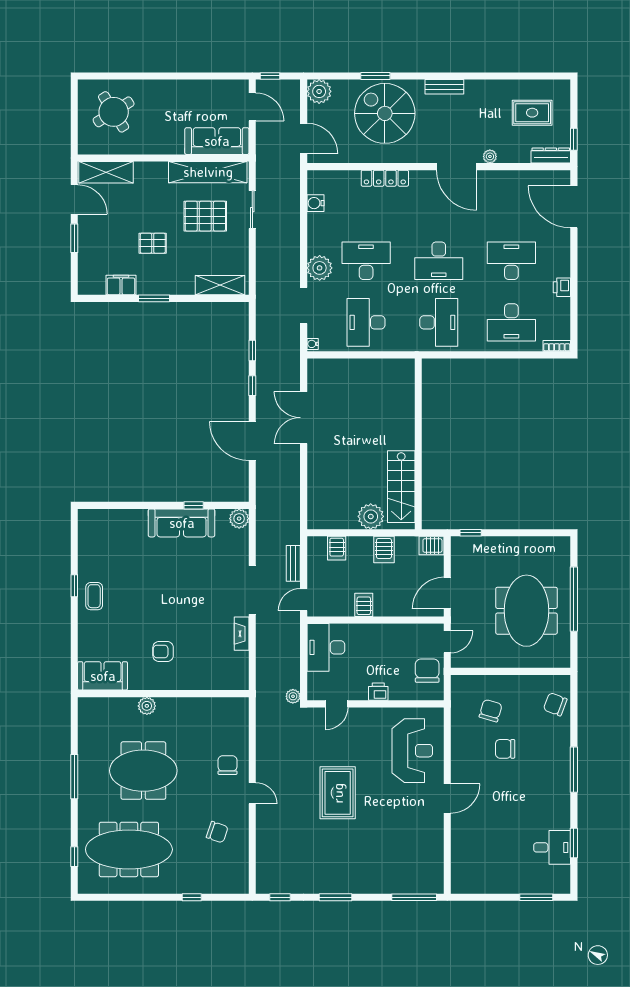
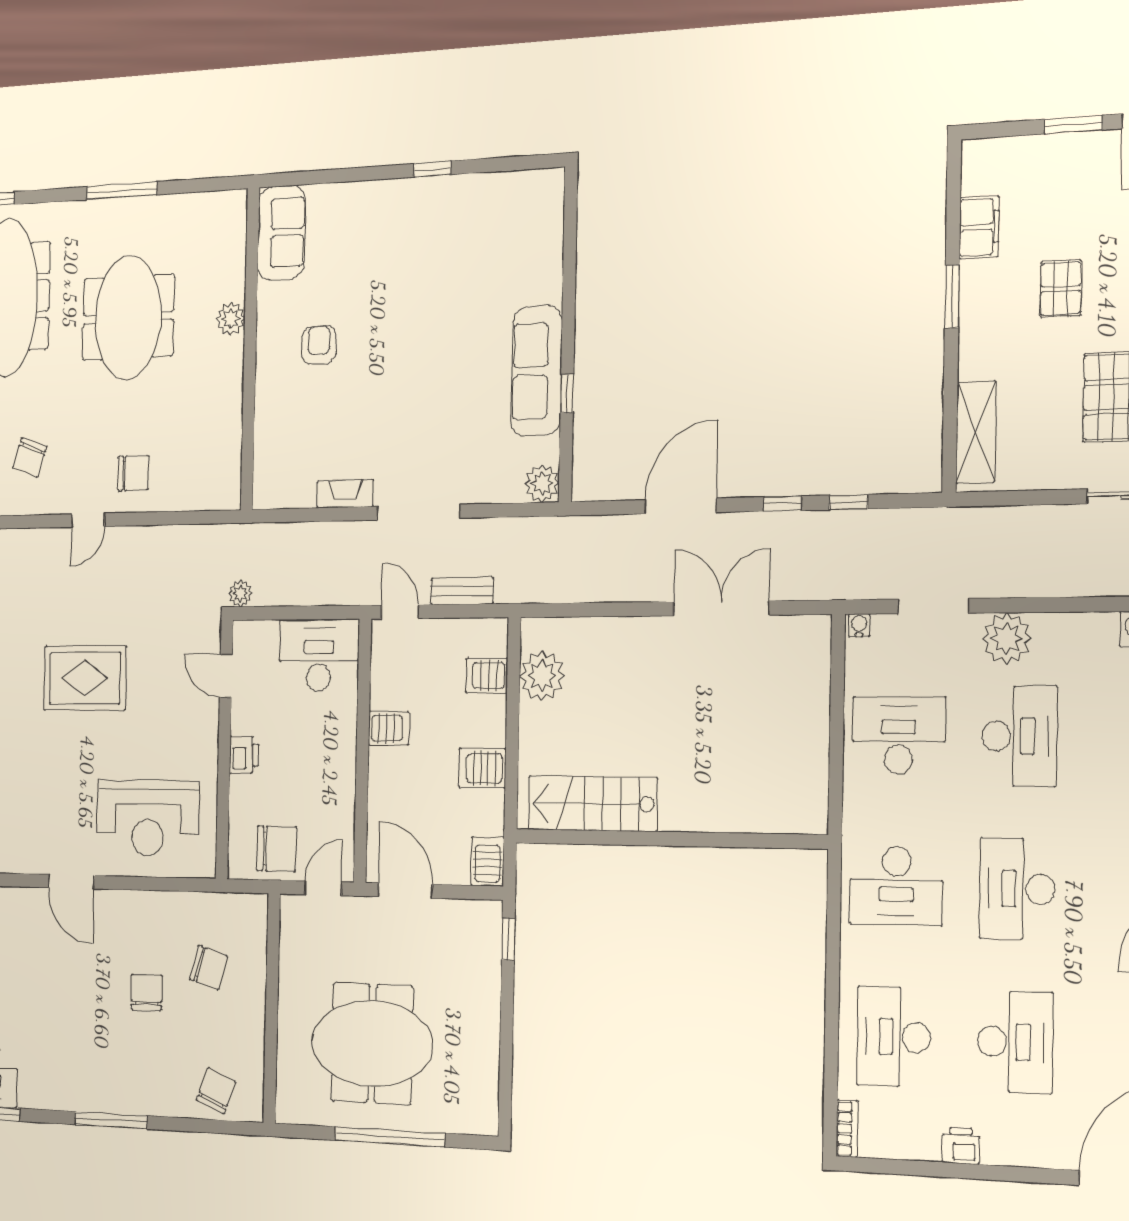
plant: (371, 516) -> (542, 676), moved
coffee table: (94, 596) -> (414, 208), removed
door: (447, 642) -> (323, 888), swing flipped

